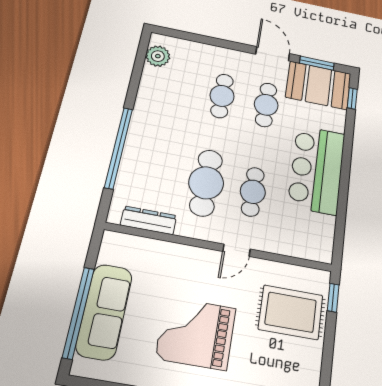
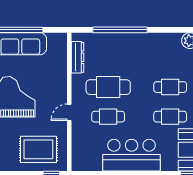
door: (236, 250) -> (69, 112), hinge flipped
rug: (291, 312) -> (38, 149), turned 90

